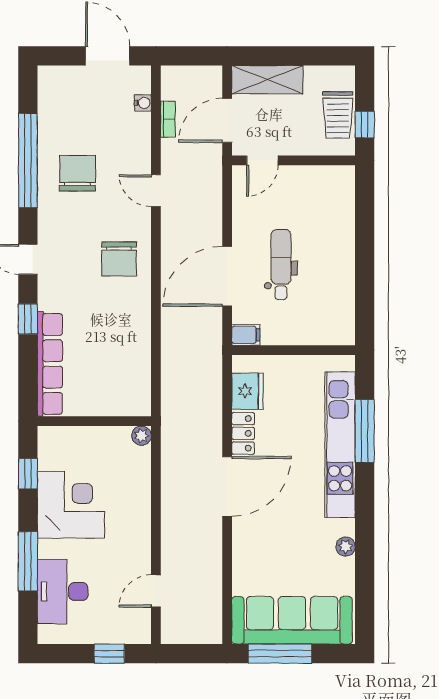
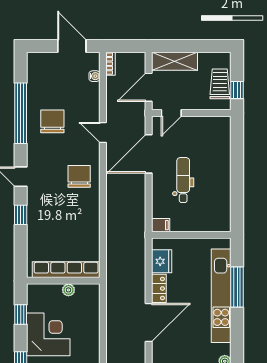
trolley: (338, 115) -> (220, 84), turned 180
bookcase: (168, 119) -> (111, 64), moved
chair: (119, 259) -> (79, 176), turned 180
door: (227, 276) -> (149, 154), moved
row of seats: (50, 364) -> (66, 270), moved, turned -90
plant: (141, 436) -> (68, 290), moved

